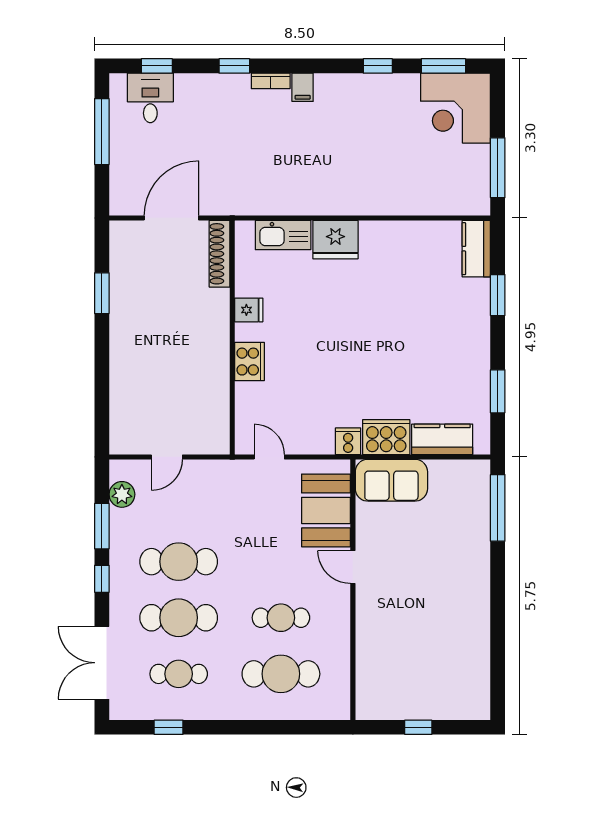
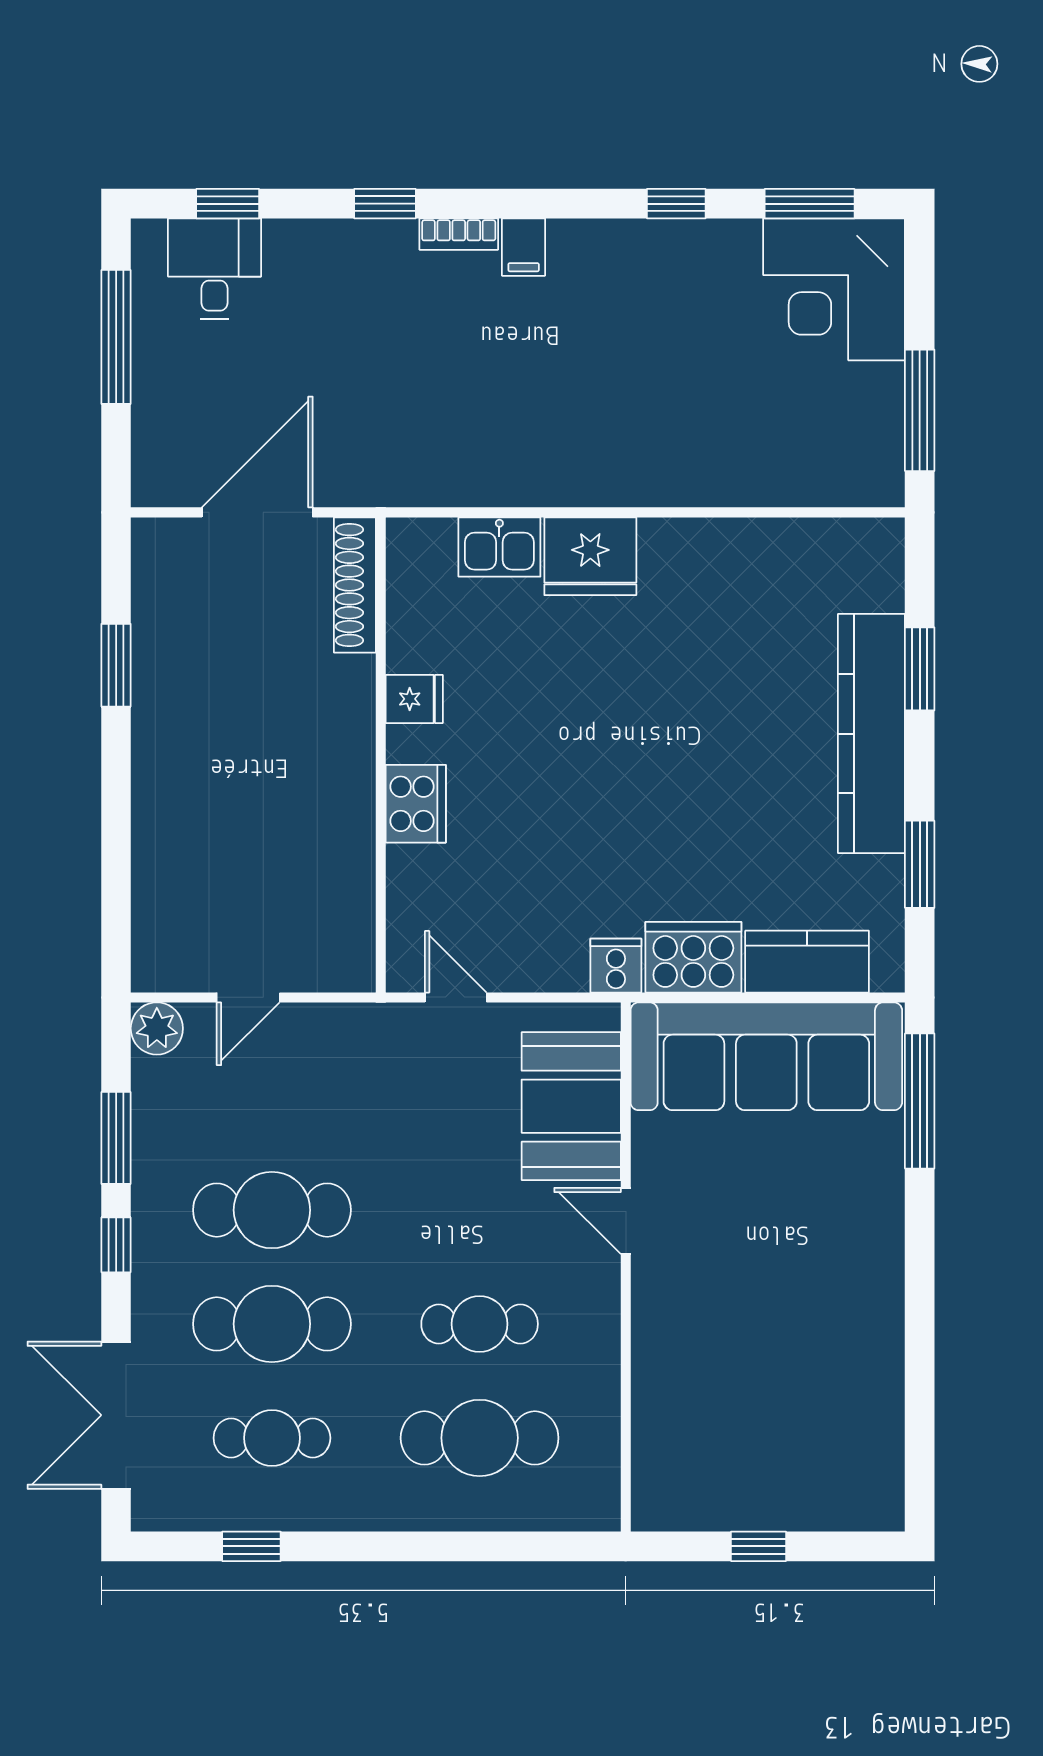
kitchen sink: (283, 235) -> (499, 547), width x0.73
kitchen counter: (476, 249) -> (871, 734), moved, width x2.08, depth x1.17
sofa: (391, 480) -> (766, 1056), width x1.85, depth x1.27
plant: (122, 494) -> (157, 1028), moved

